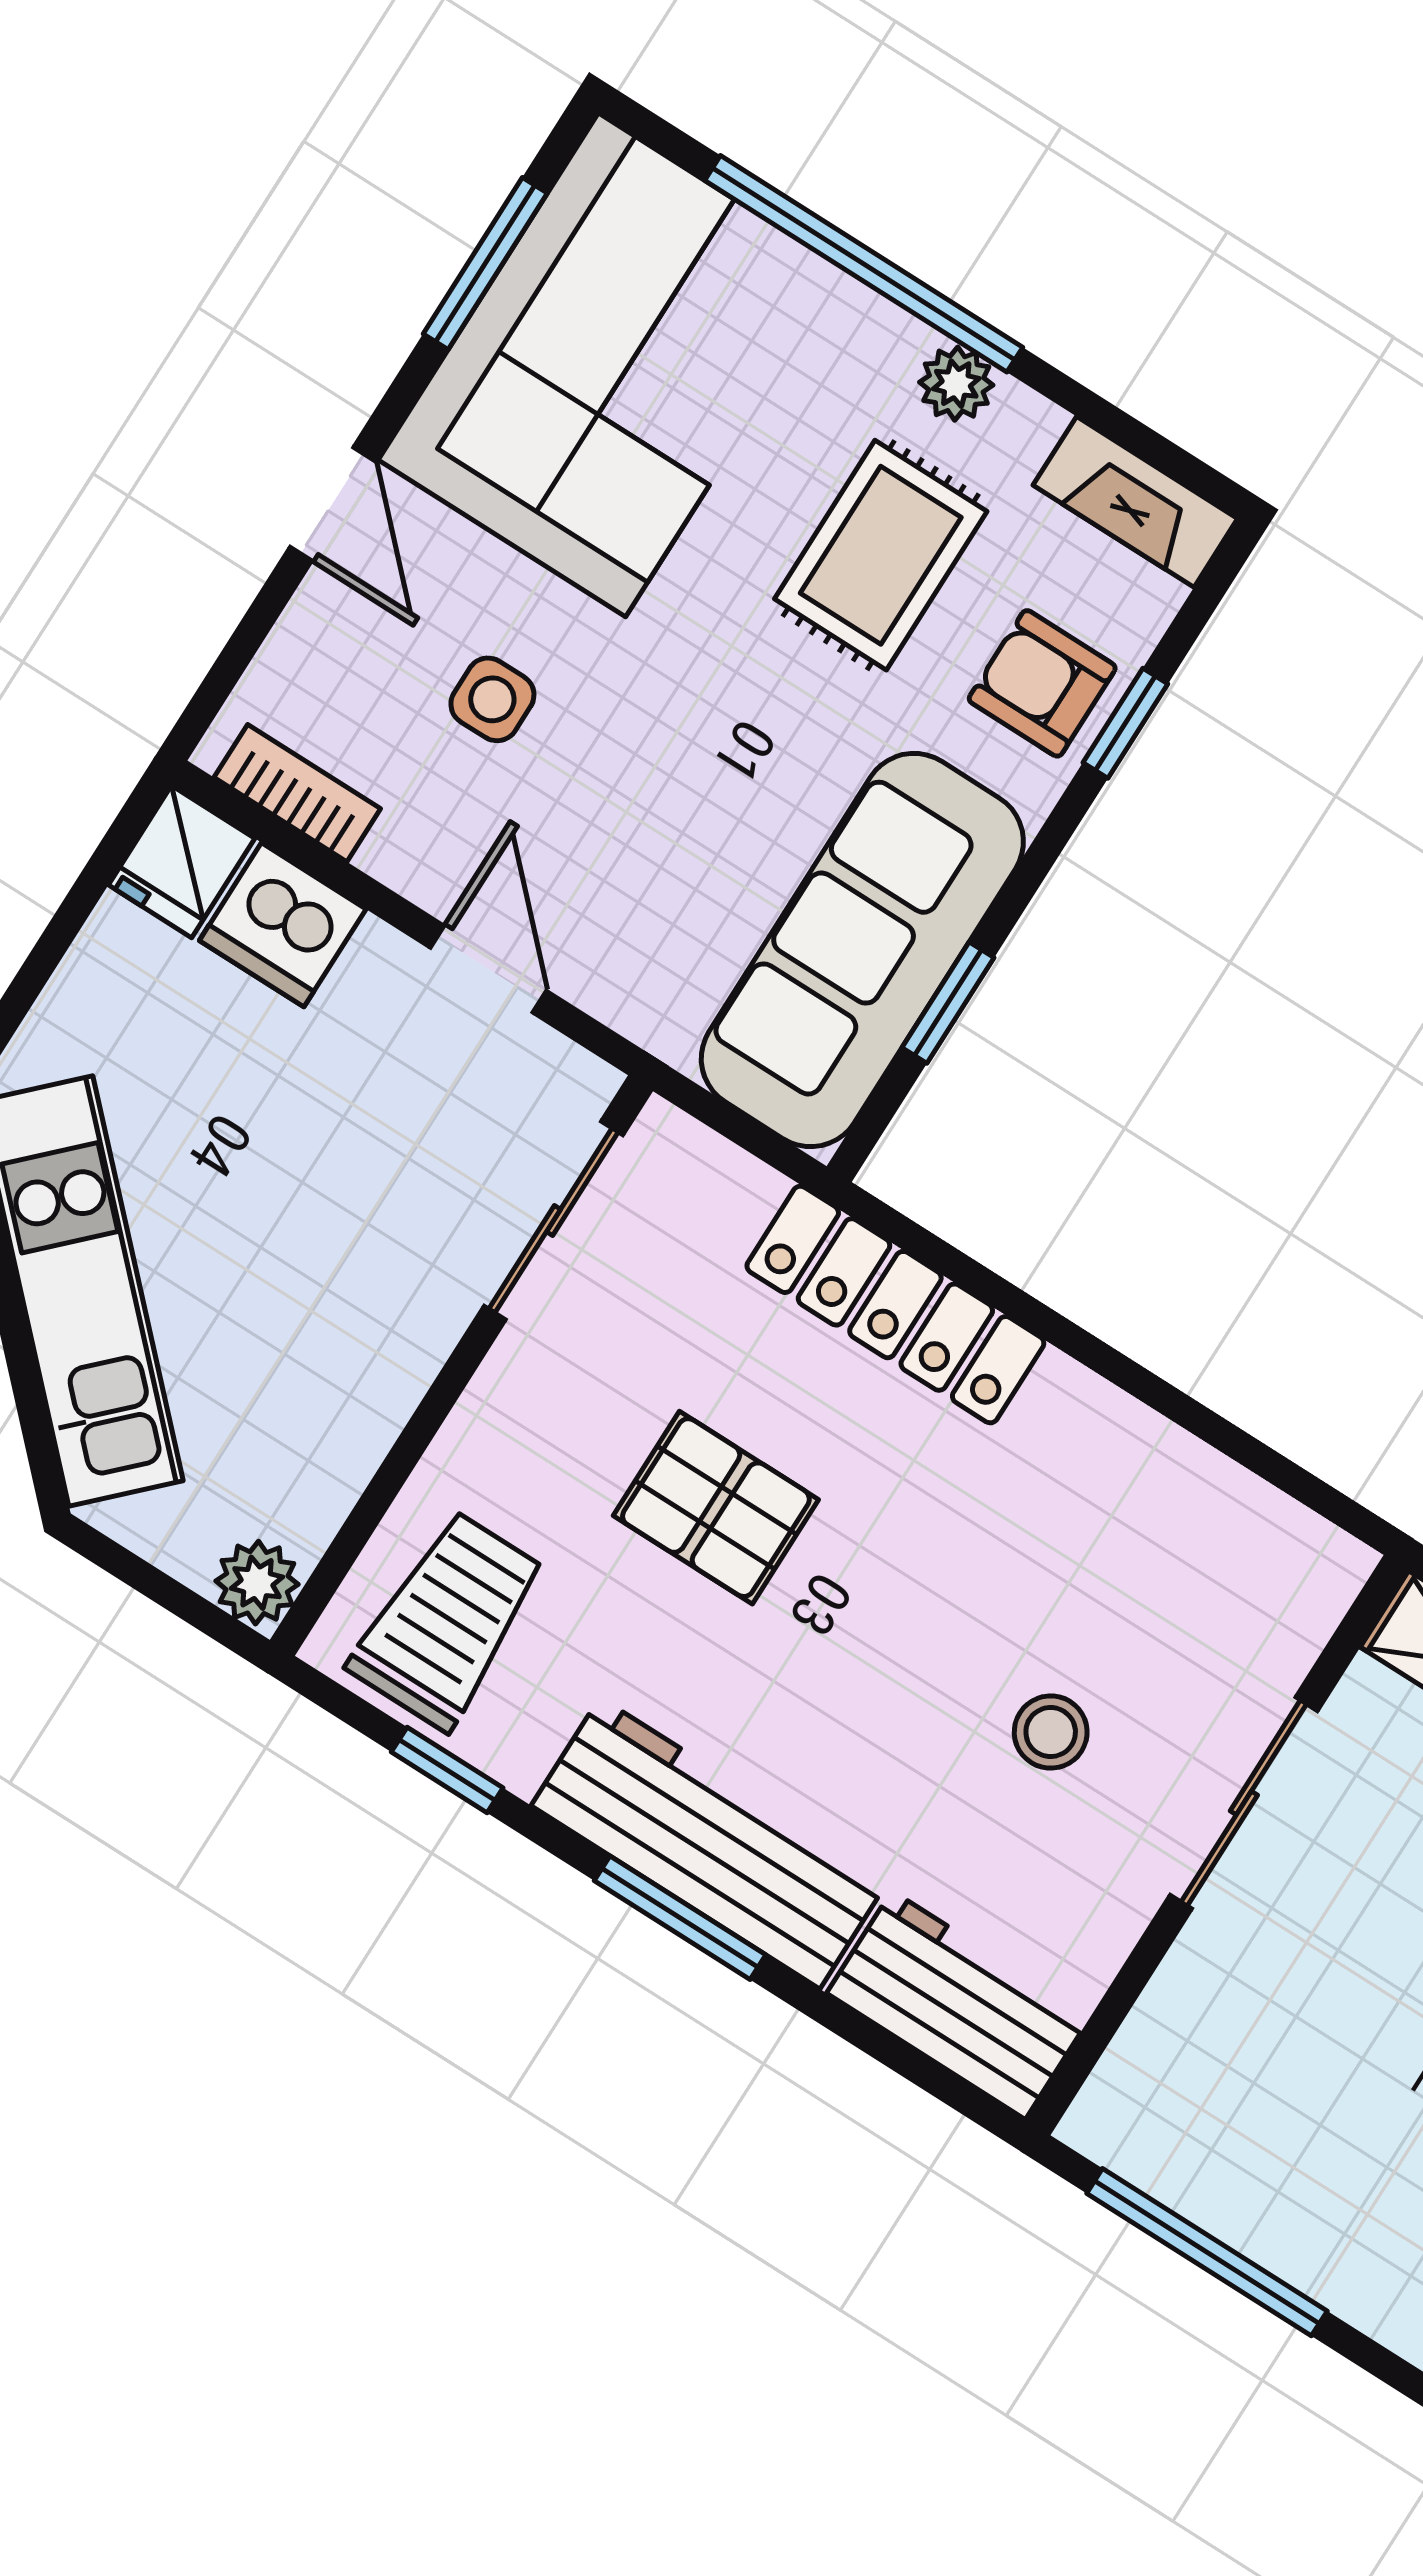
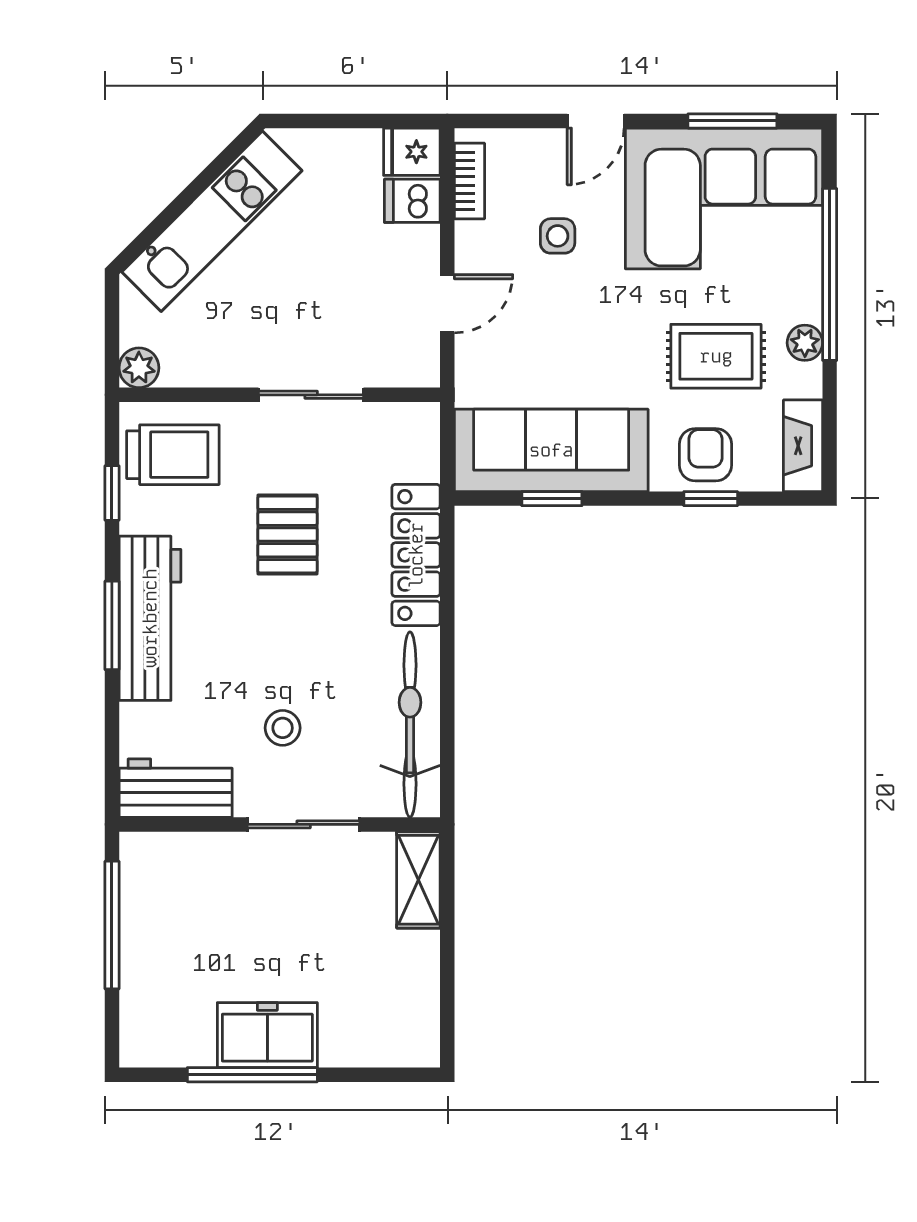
dishwasher: (283, 925) -> (412, 201), width x0.73
sliding door: (553, 1220) -> (311, 395), moved
bicycle: (1187, 1504) -> (410, 725), added
workbench: (959, 2005) -> (176, 788), moved, turned -90

